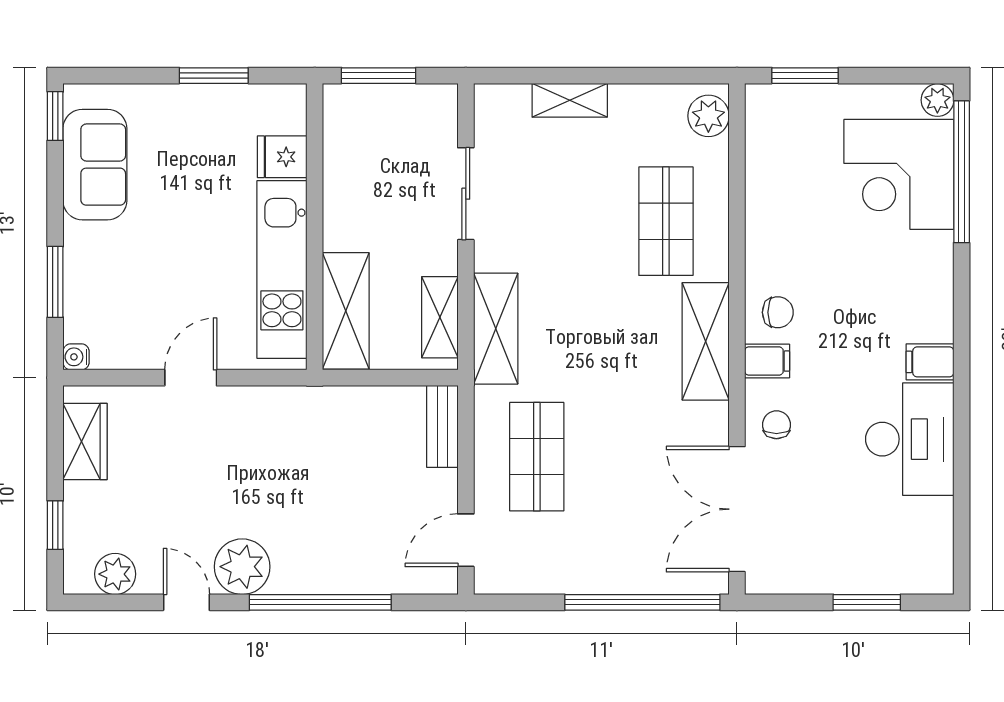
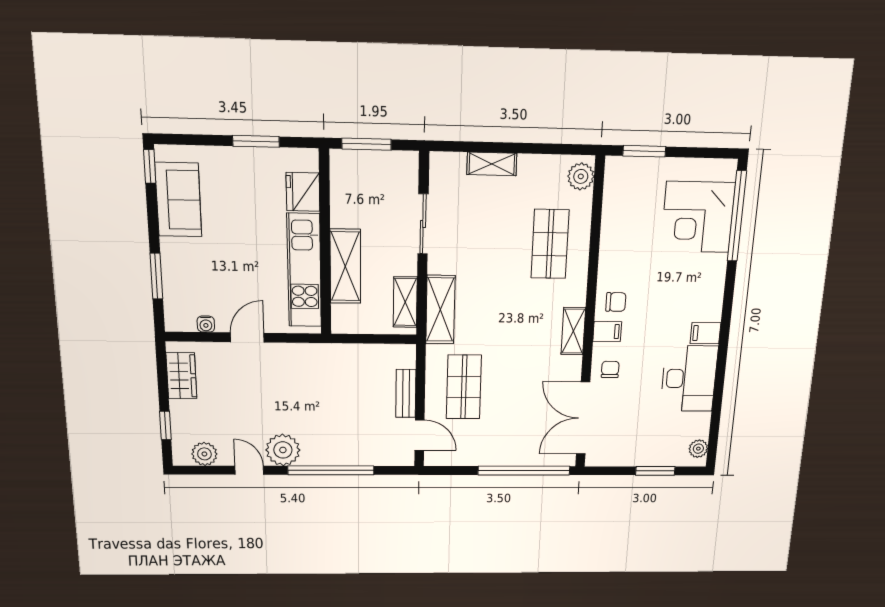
plant: (937, 100) -> (698, 449), moved
fridge: (282, 157) -> (303, 192), width x1.38
shelving: (346, 311) -> (345, 266), moved
shelving: (706, 341) -> (573, 331), width x0.67, depth x0.75
water cooler: (76, 357) -> (206, 324), moved, turned -90
bench: (442, 426) -> (406, 393), moved
door: (466, 540) -> (419, 435), swing flipped

